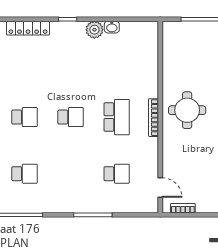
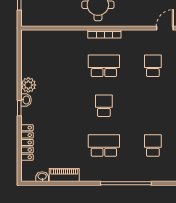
washbasin: (112, 27) -> (26, 100), moved
school desk: (24, 117) -> (104, 146), width x1.85

